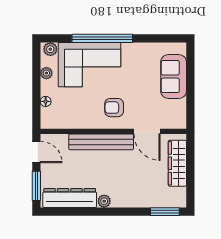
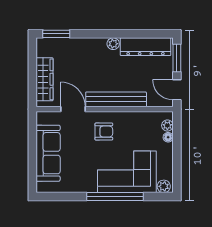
plant: (46, 73) -> (167, 126), moved
sofa: (174, 77) -> (48, 153), width x1.36

